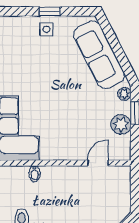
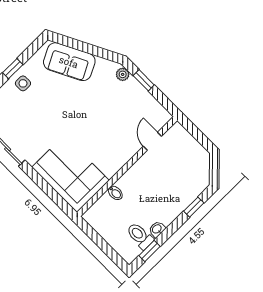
sofa: (99, 55) -> (69, 62), width x0.73
plant: (121, 124) -> (142, 98), removed

